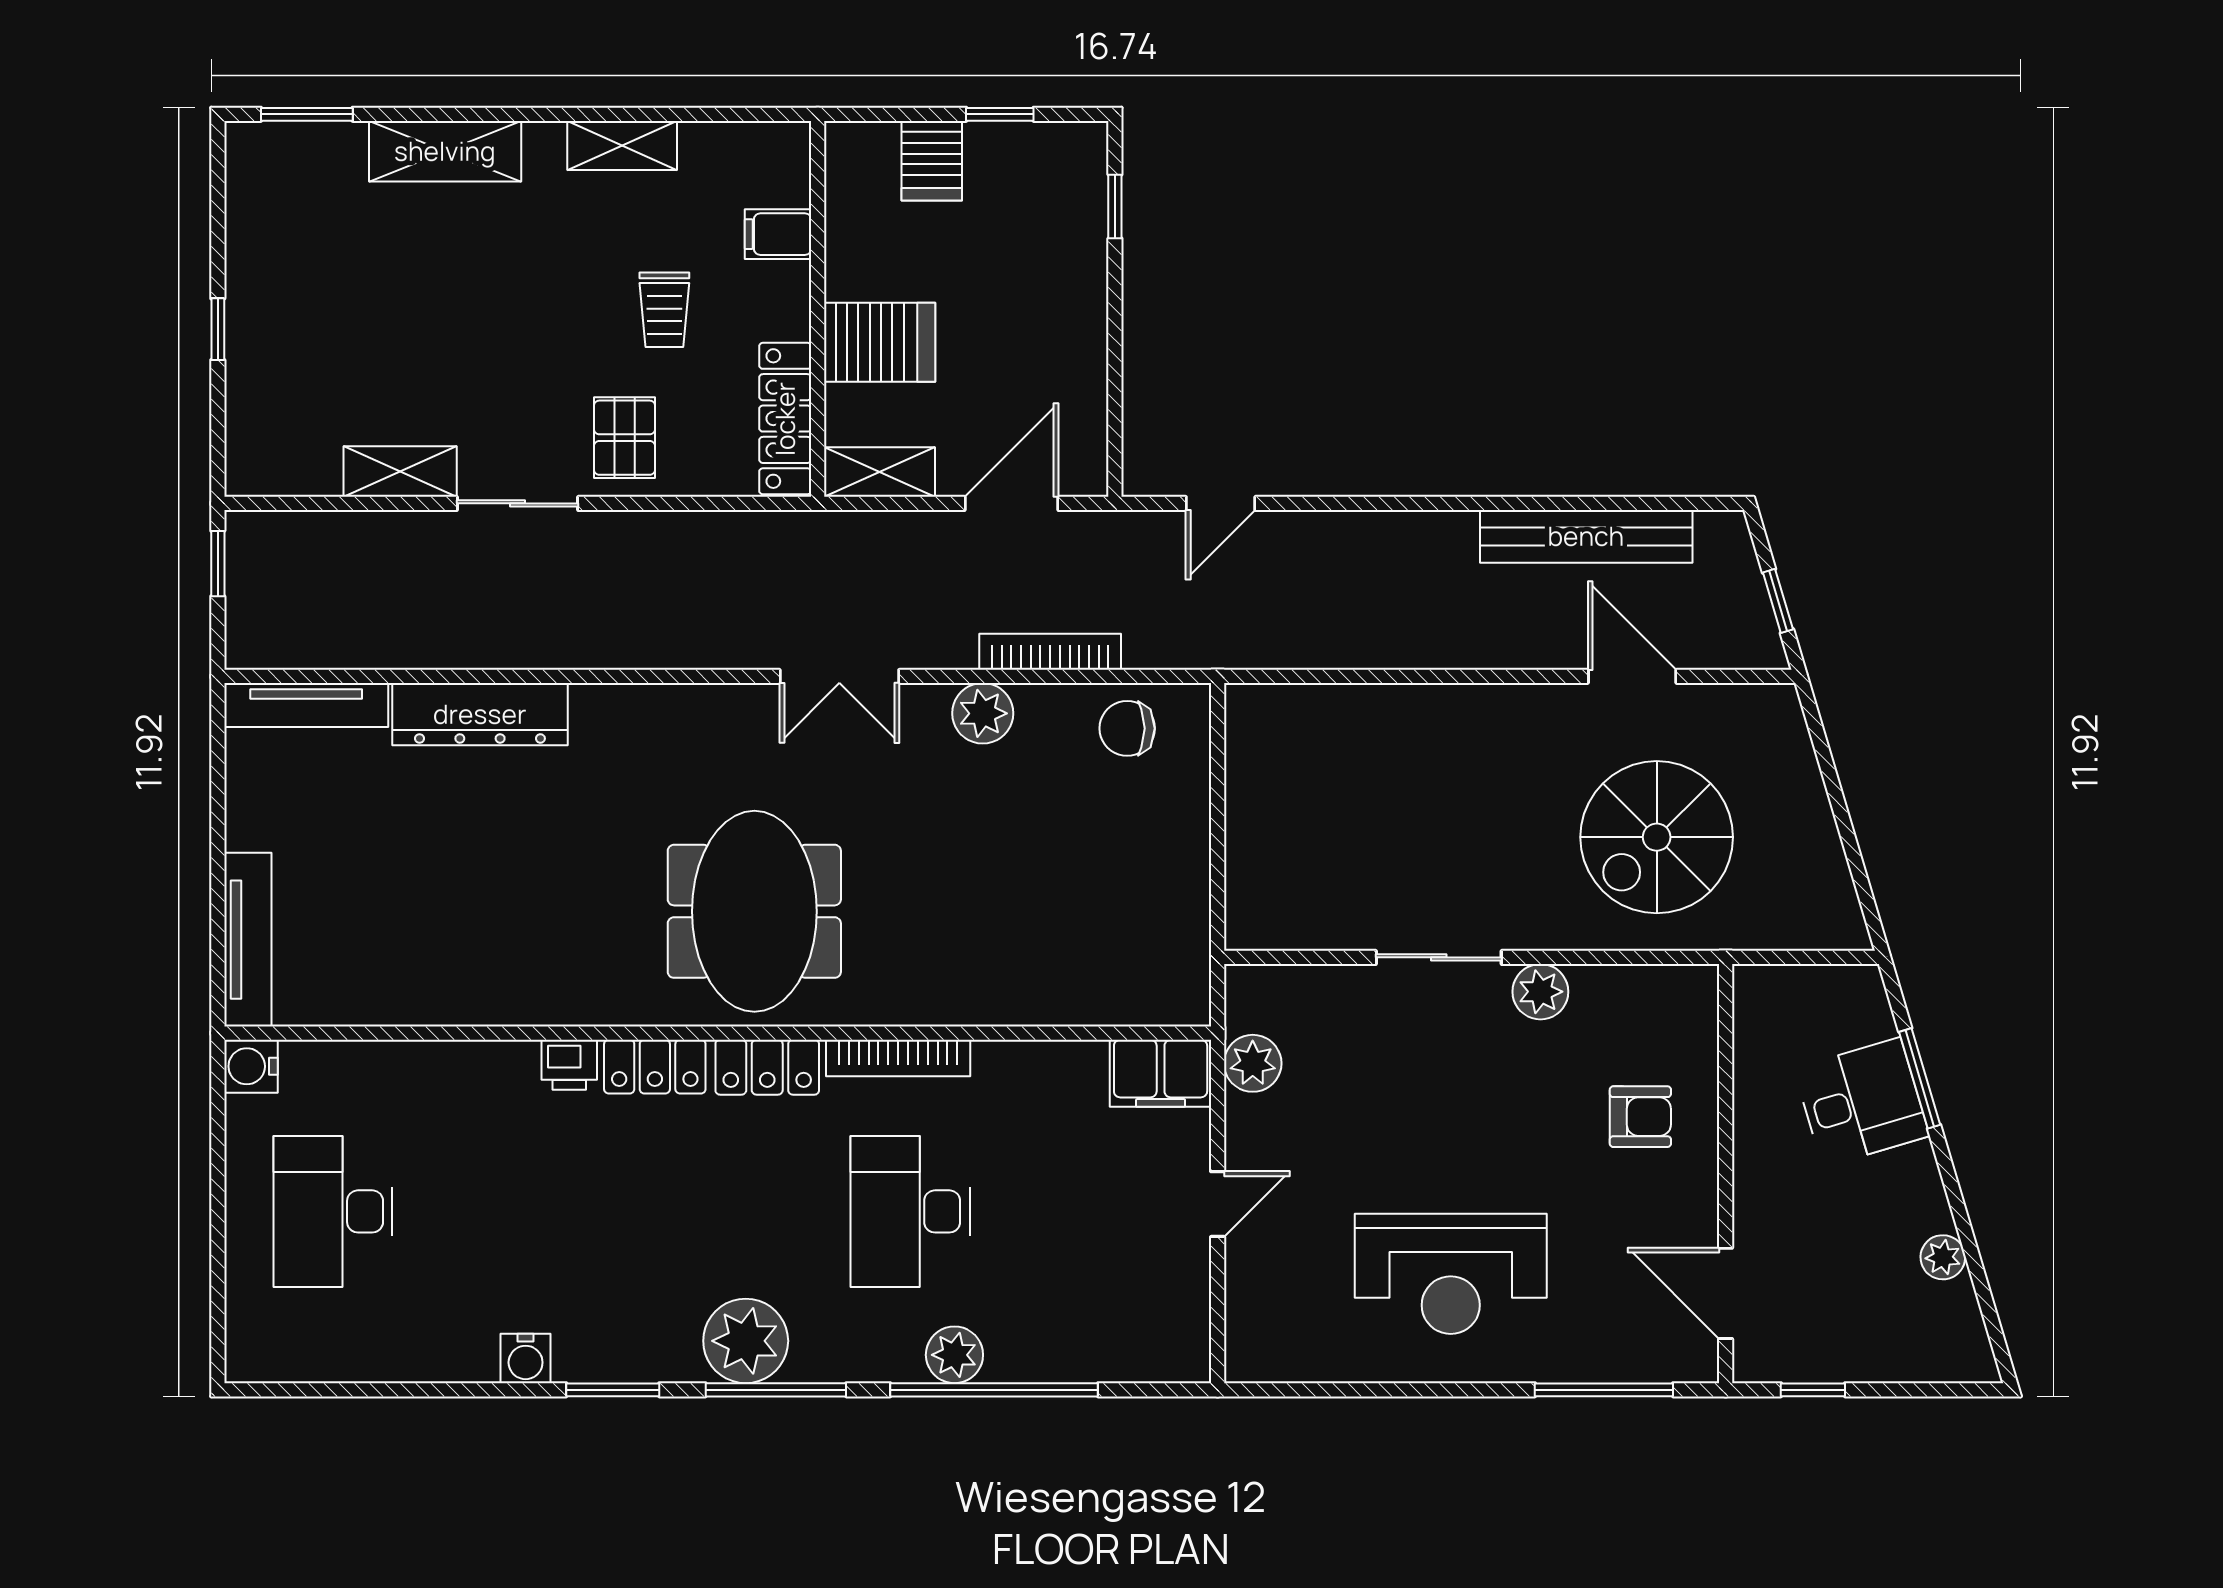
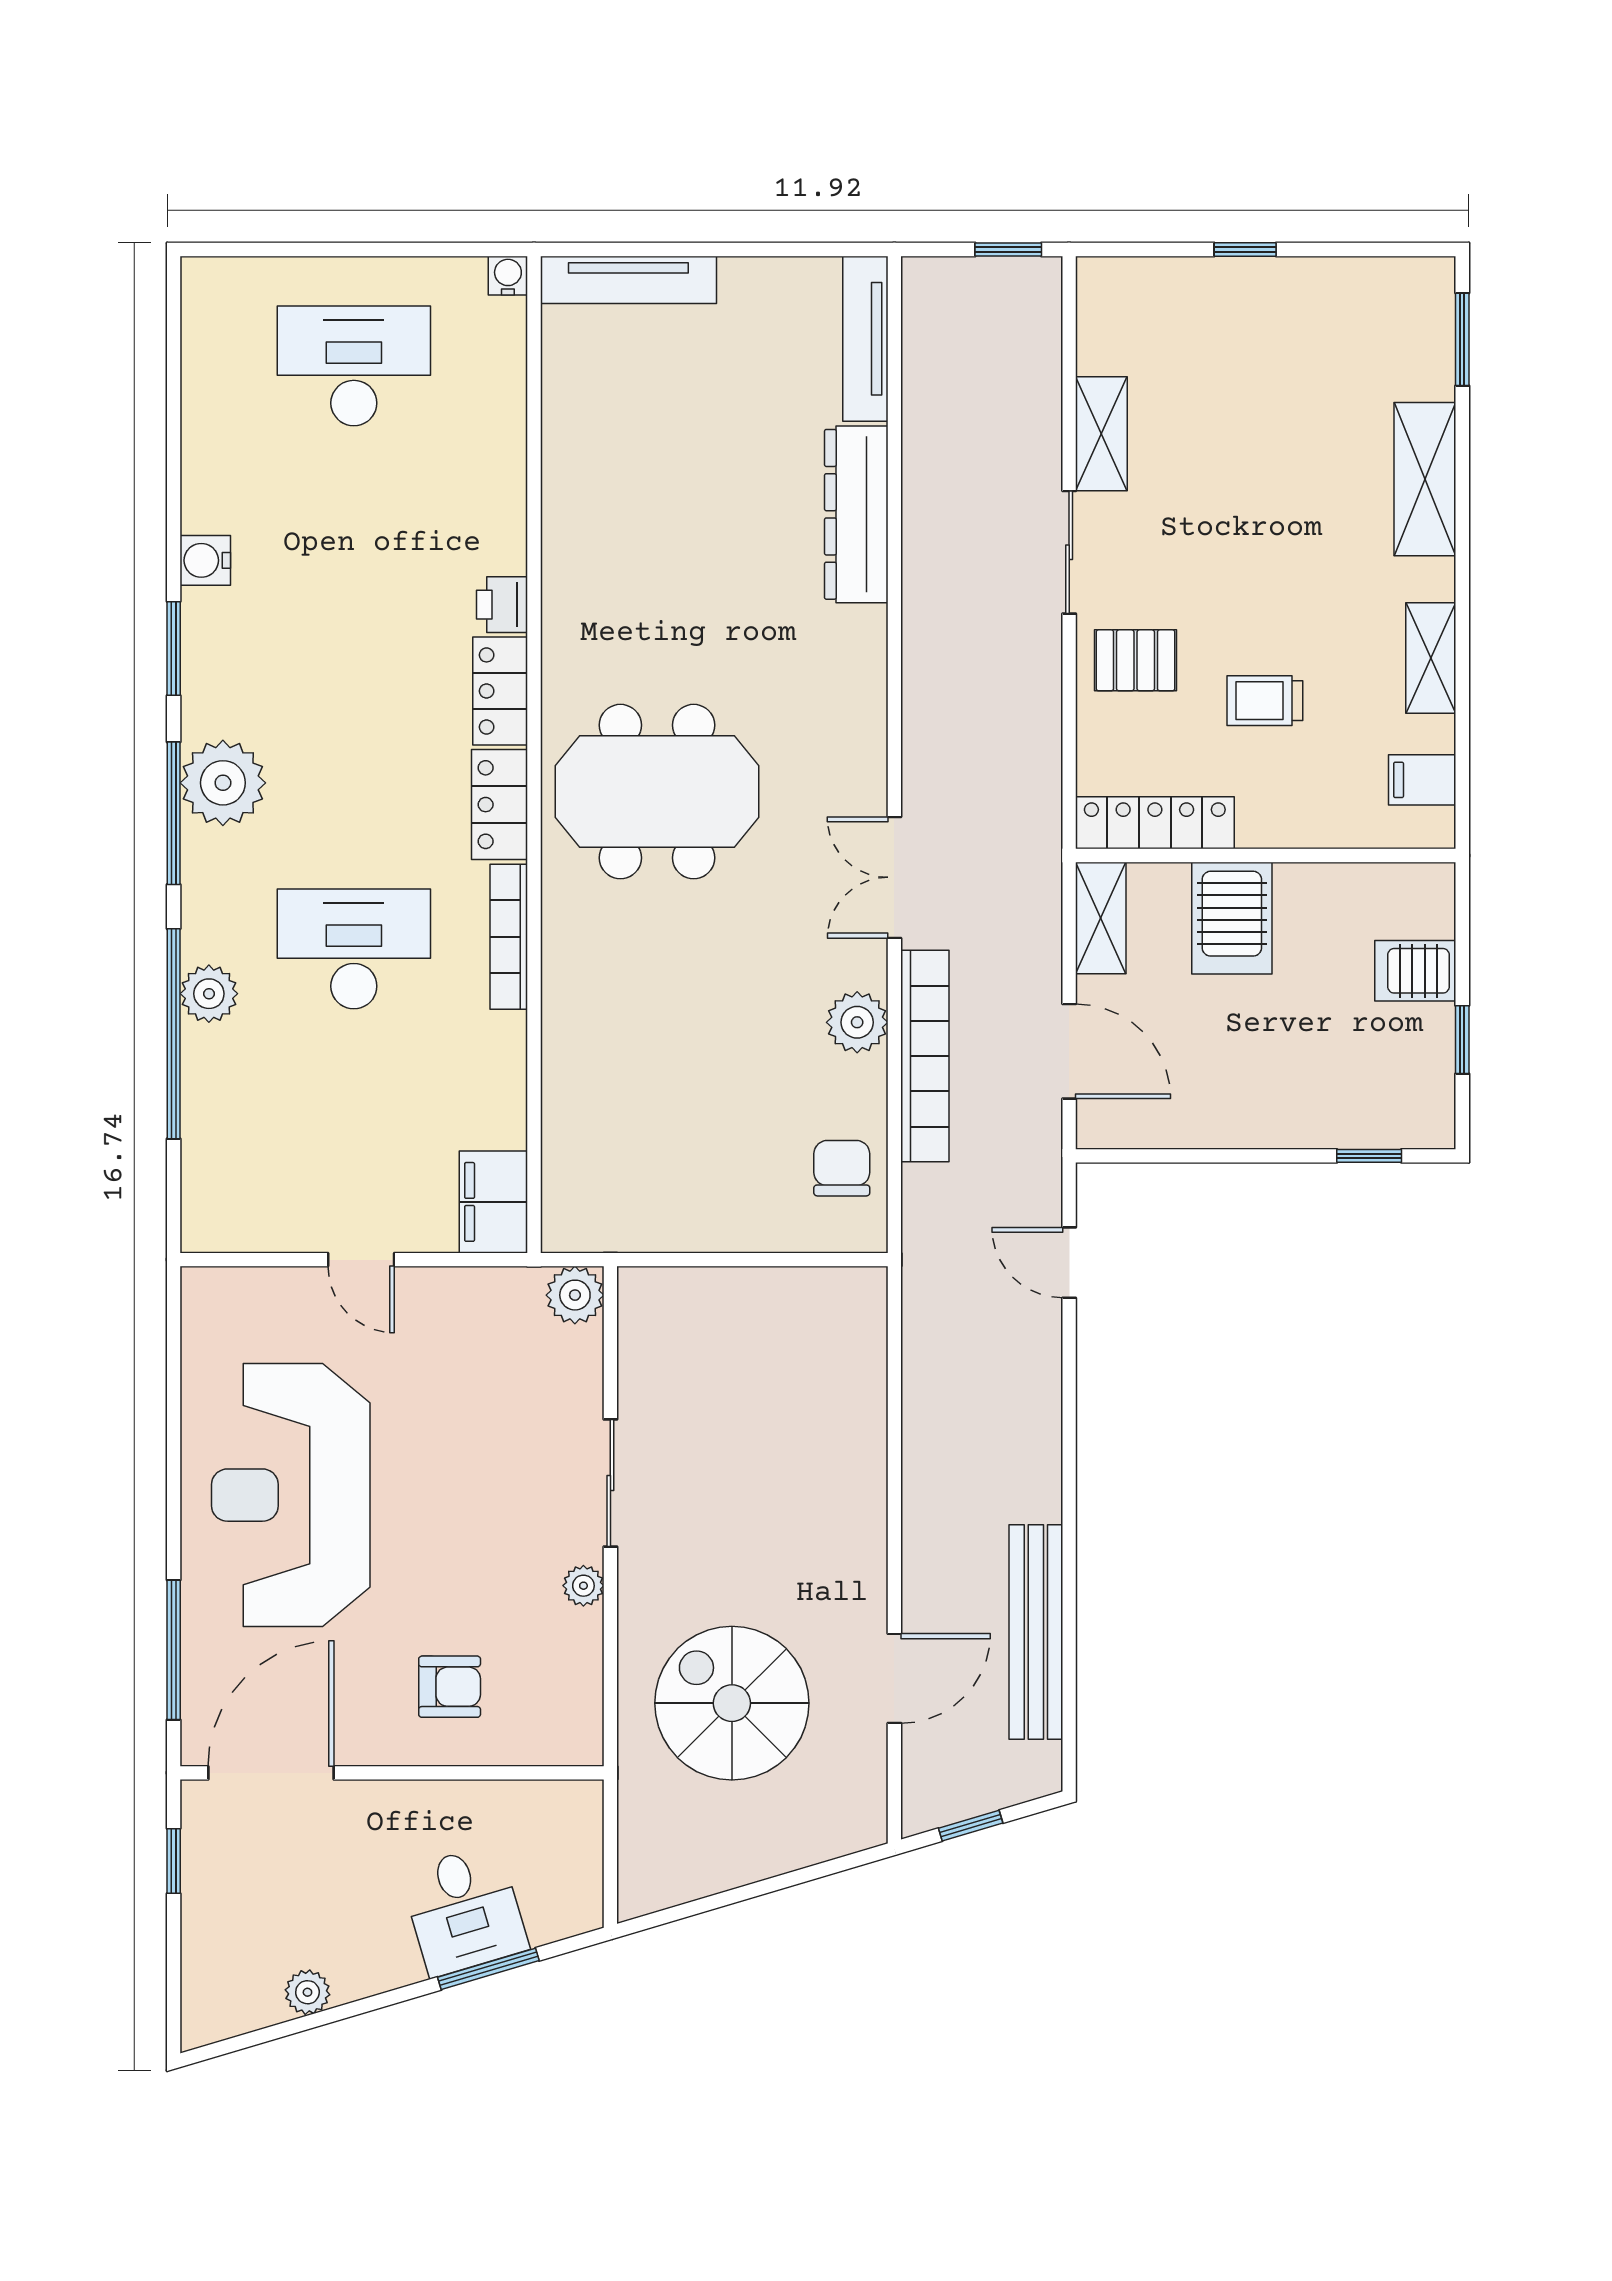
filing cabinet: (778, 234) -> (1422, 780), moved, turned -90
bookcase: (1050, 652) -> (925, 1056), width x1.48, depth x1.31
plant: (1540, 992) -> (583, 1586), width x0.73, depth x0.73
plant: (1253, 1063) -> (575, 1295), moved
water cooler: (251, 1066) -> (508, 276), width x0.72, depth x0.72
armchair: (1640, 1117) -> (450, 1687), turned -90
reception desk: (1451, 1274) -> (291, 1495), width x1.36, depth x1.30
door: (1726, 1293) -> (271, 1773), width x1.36

